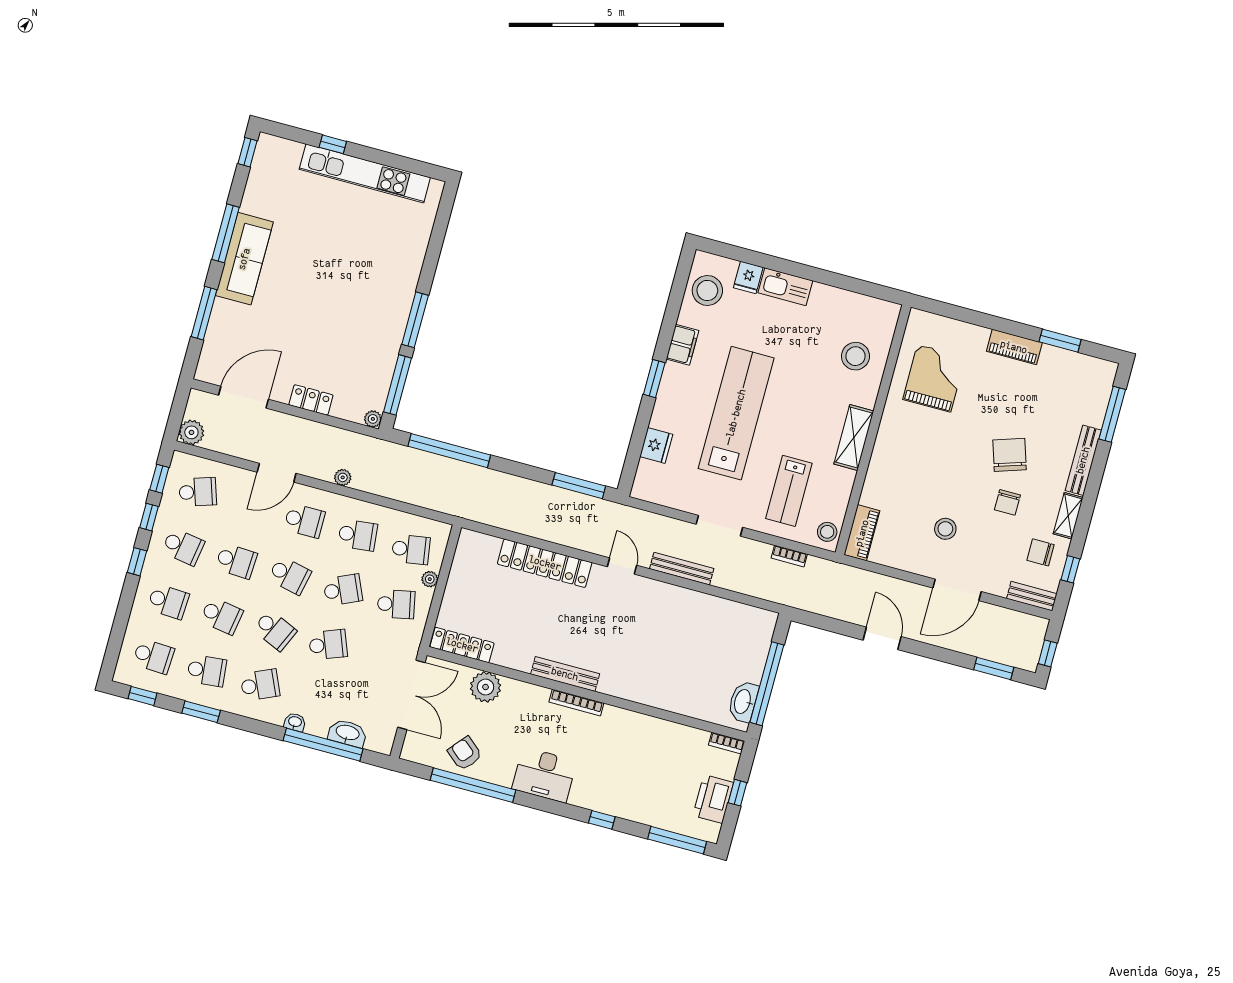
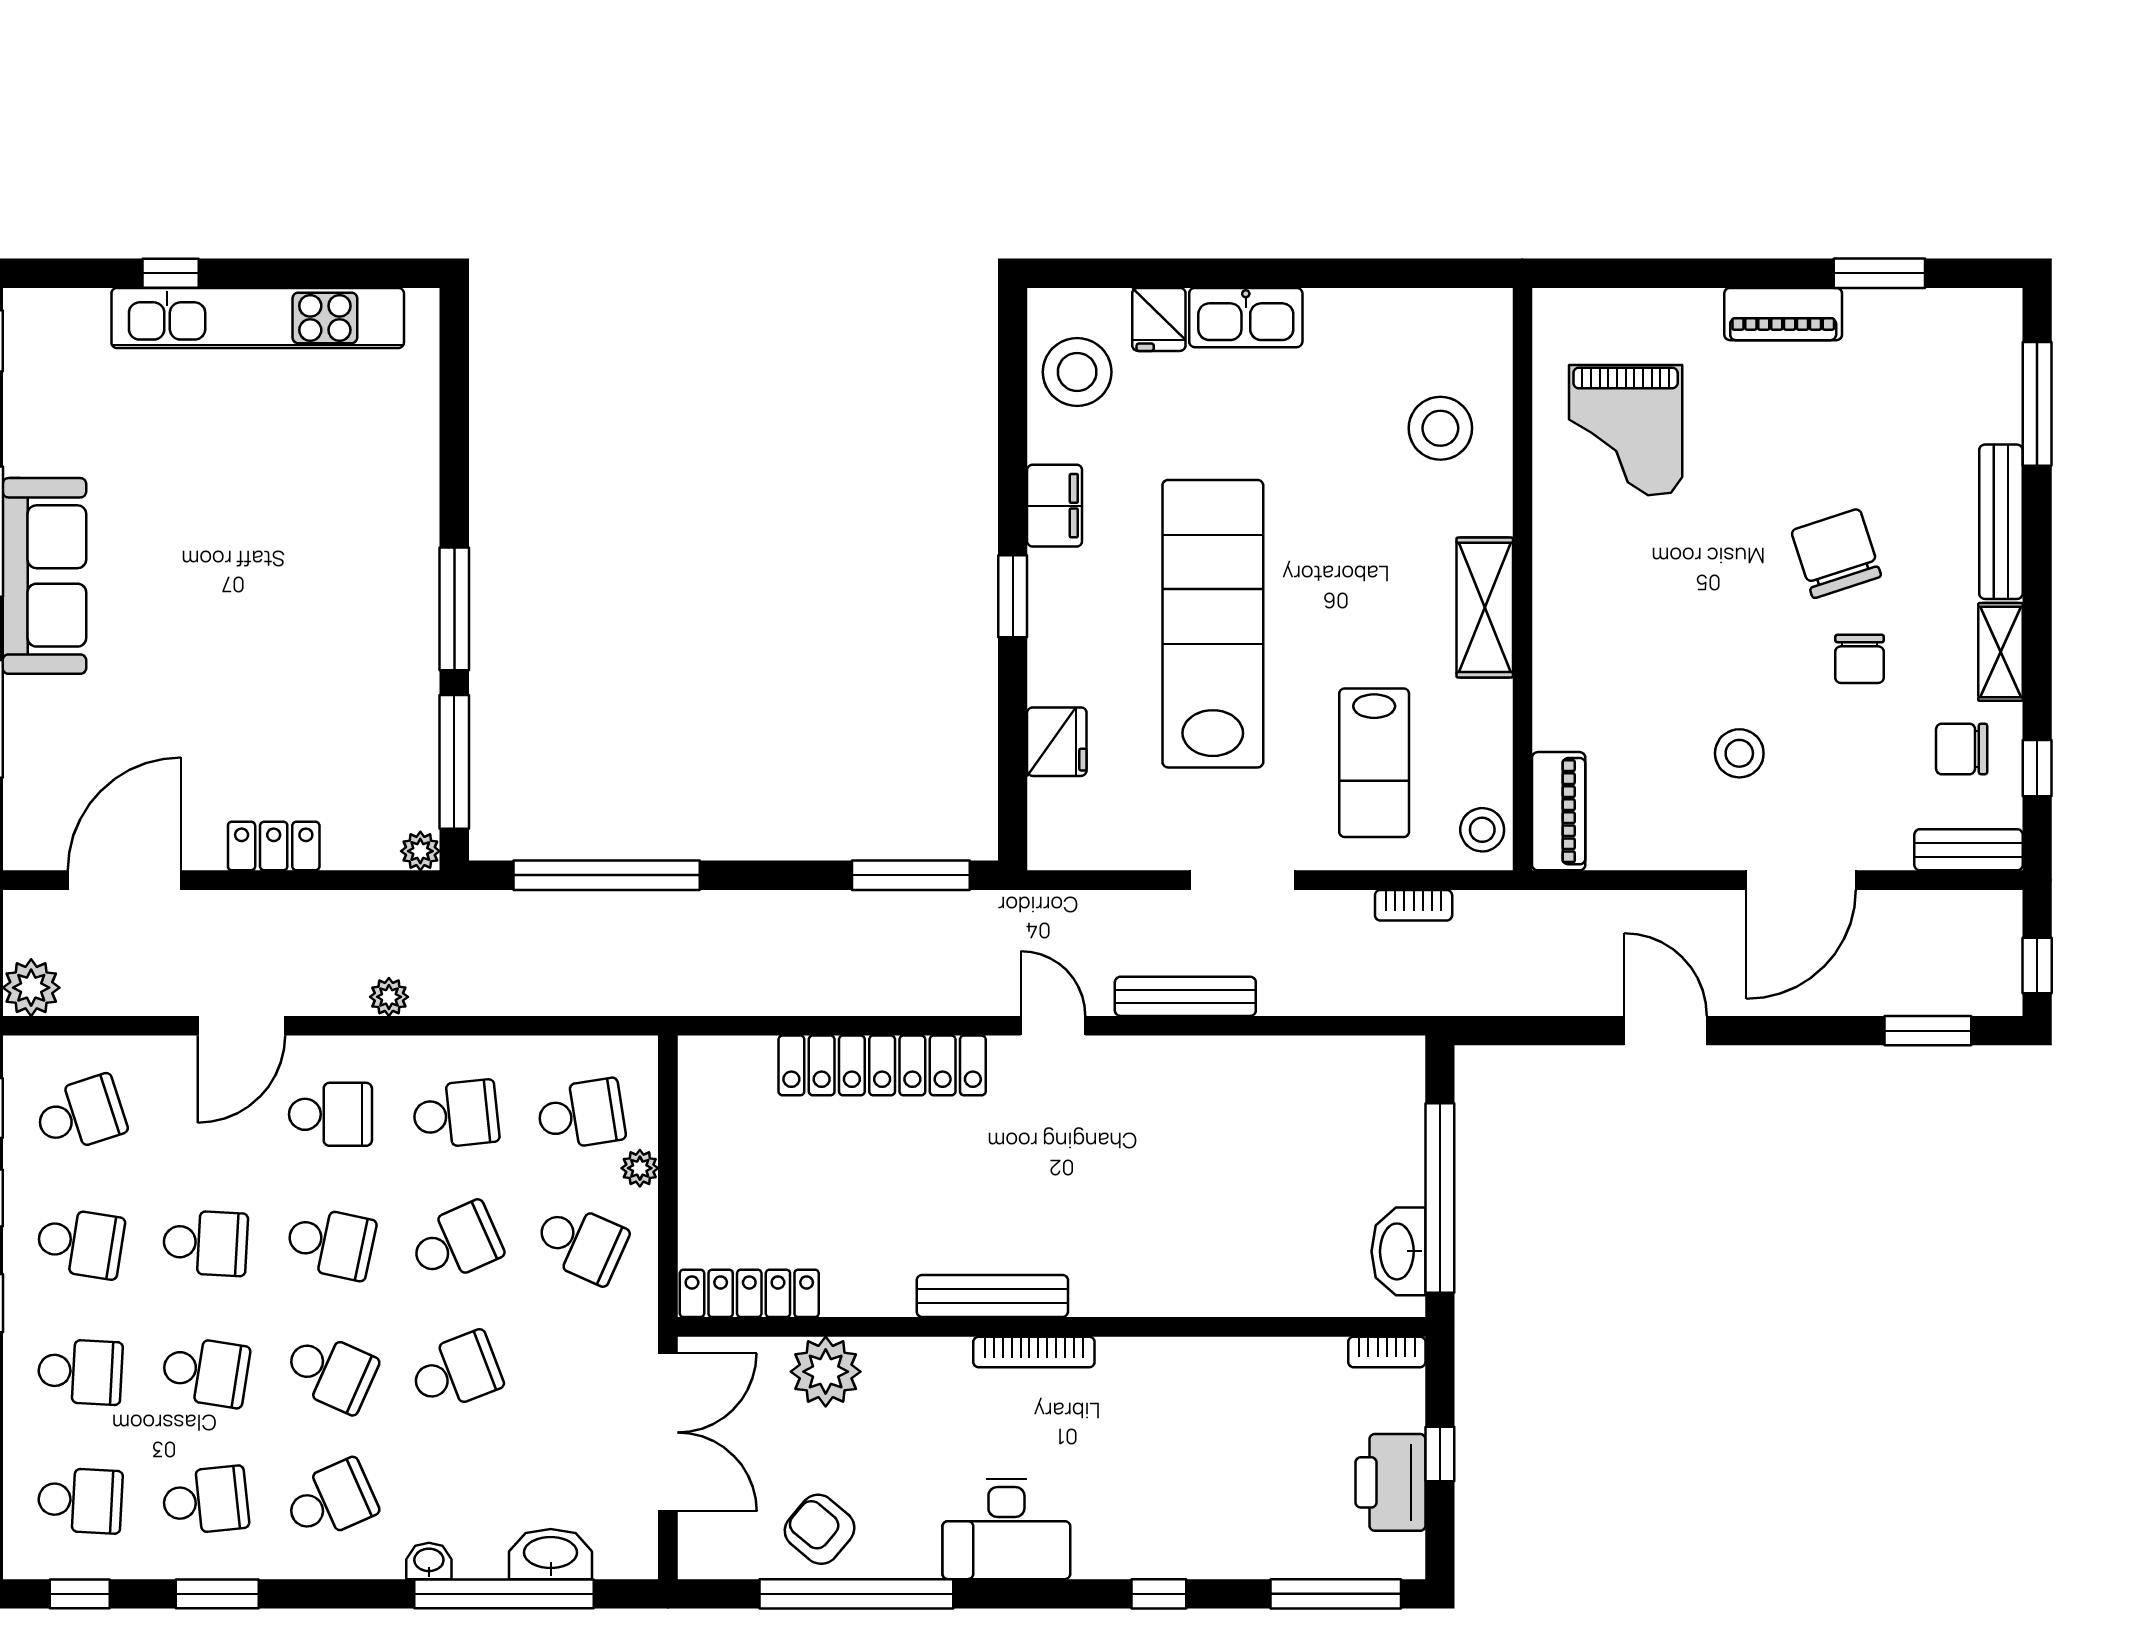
grand piano: (934, 378) -> (1626, 430), turned 180
school desk: (396, 604) -> (581, 1243), turned 36

